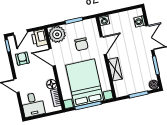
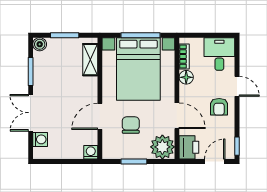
armchair: (22, 59) -> (219, 107), moved
shelving: (115, 69) -> (90, 60), moved

